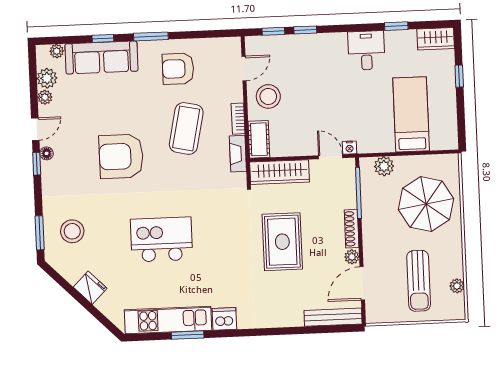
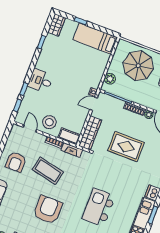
desk: (366, 50) -> (40, 81), moved
bed: (411, 114) -> (95, 39), moved
armchair: (121, 156) -> (48, 210), turned 180

